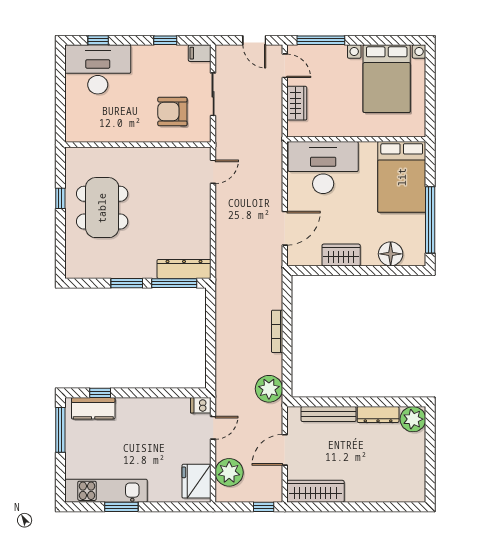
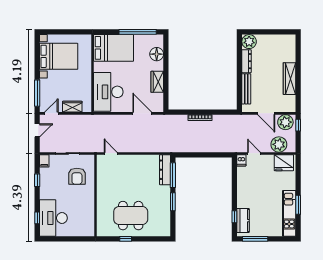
plant: (269, 389) -> (285, 122), moved
wardrobe: (315, 491) -> (289, 79), moved

